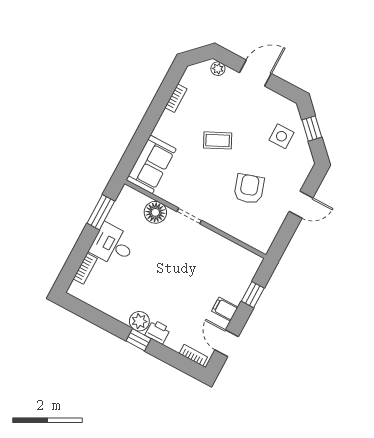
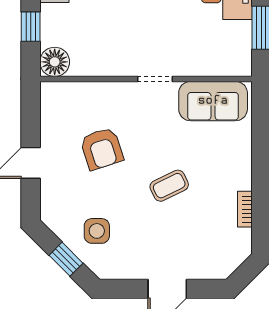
plant: (218, 69) -> (214, 270), removed
sofa: (151, 164) -> (213, 101), moved, turned -90
floor lamp: (155, 212) -> (55, 62), moved

